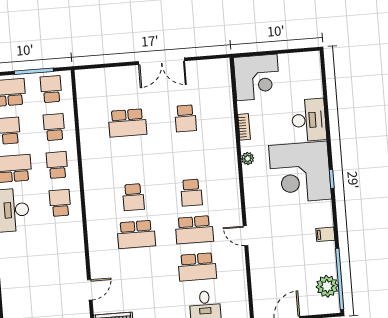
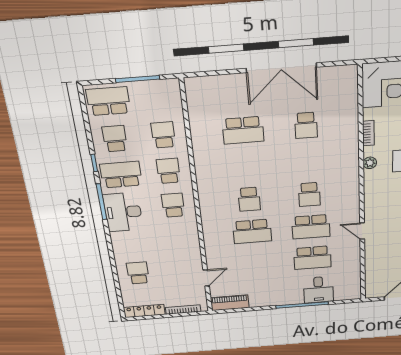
double door: (161, 61) -> (281, 68), width x1.36
school desk: (51, 89) -> (138, 273), moved

